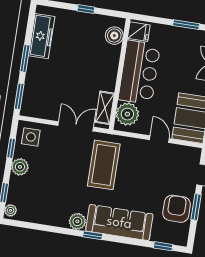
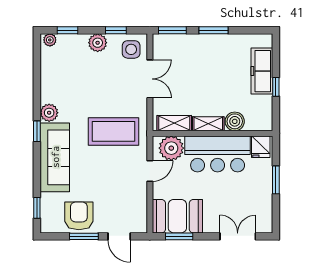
window: (186, 25) -> (276, 180), moved
freezer: (42, 36) -> (262, 71), moved, turned 90
boiler: (114, 36) -> (235, 121), moved
shelving: (110, 77) -> (208, 124), added
double door: (76, 126) -> (150, 79), moved
door: (159, 139) -> (150, 171), moved
armchair: (177, 209) -> (79, 216), turned -90

